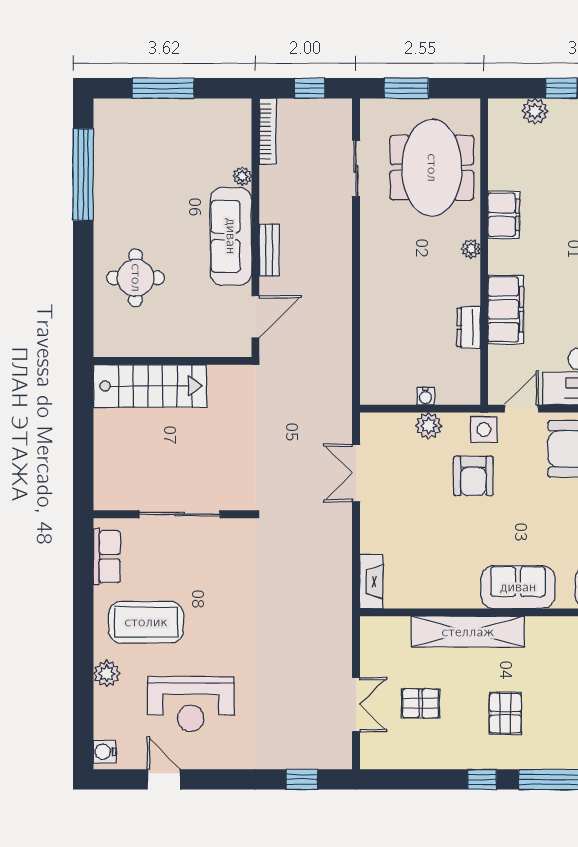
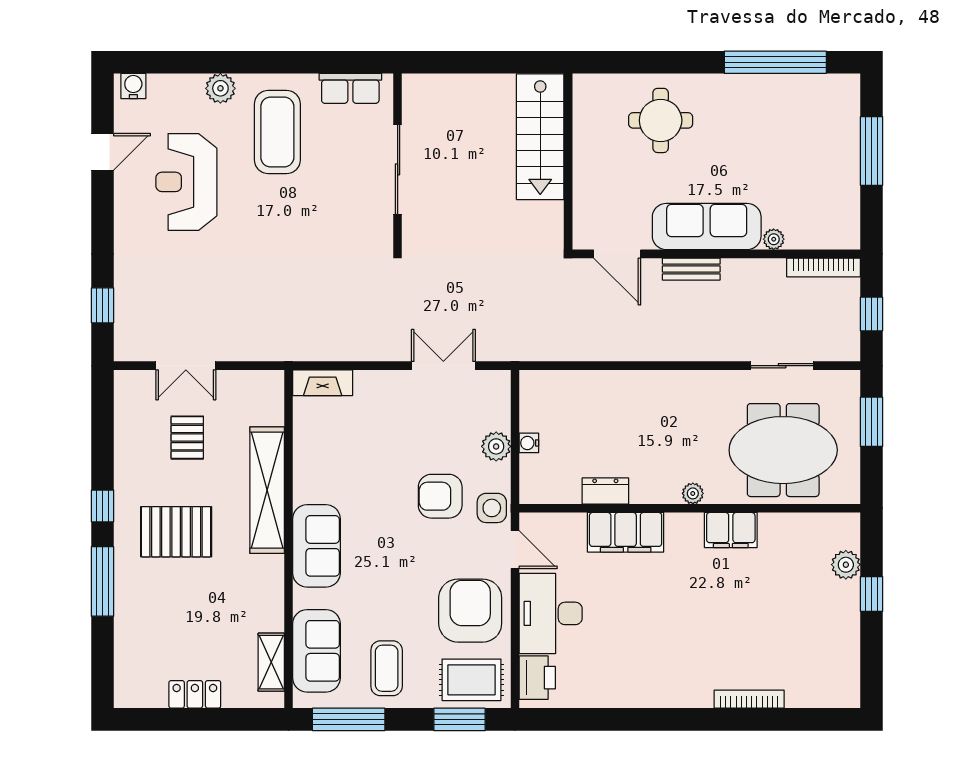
pallet: (505, 713) -> (176, 532), width x1.50, depth x1.42

